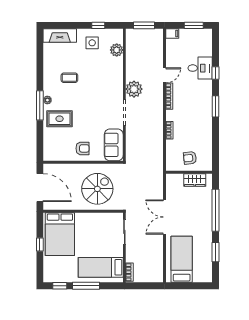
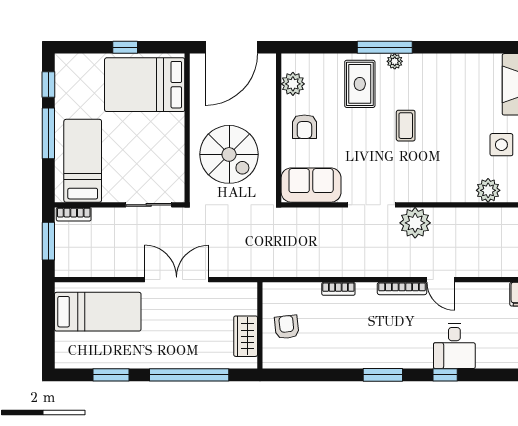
coffee table: (69, 78) -> (406, 126), moved
plant: (60, 155) -> (293, 84), added
window: (144, 286) -> (48, 241), added

